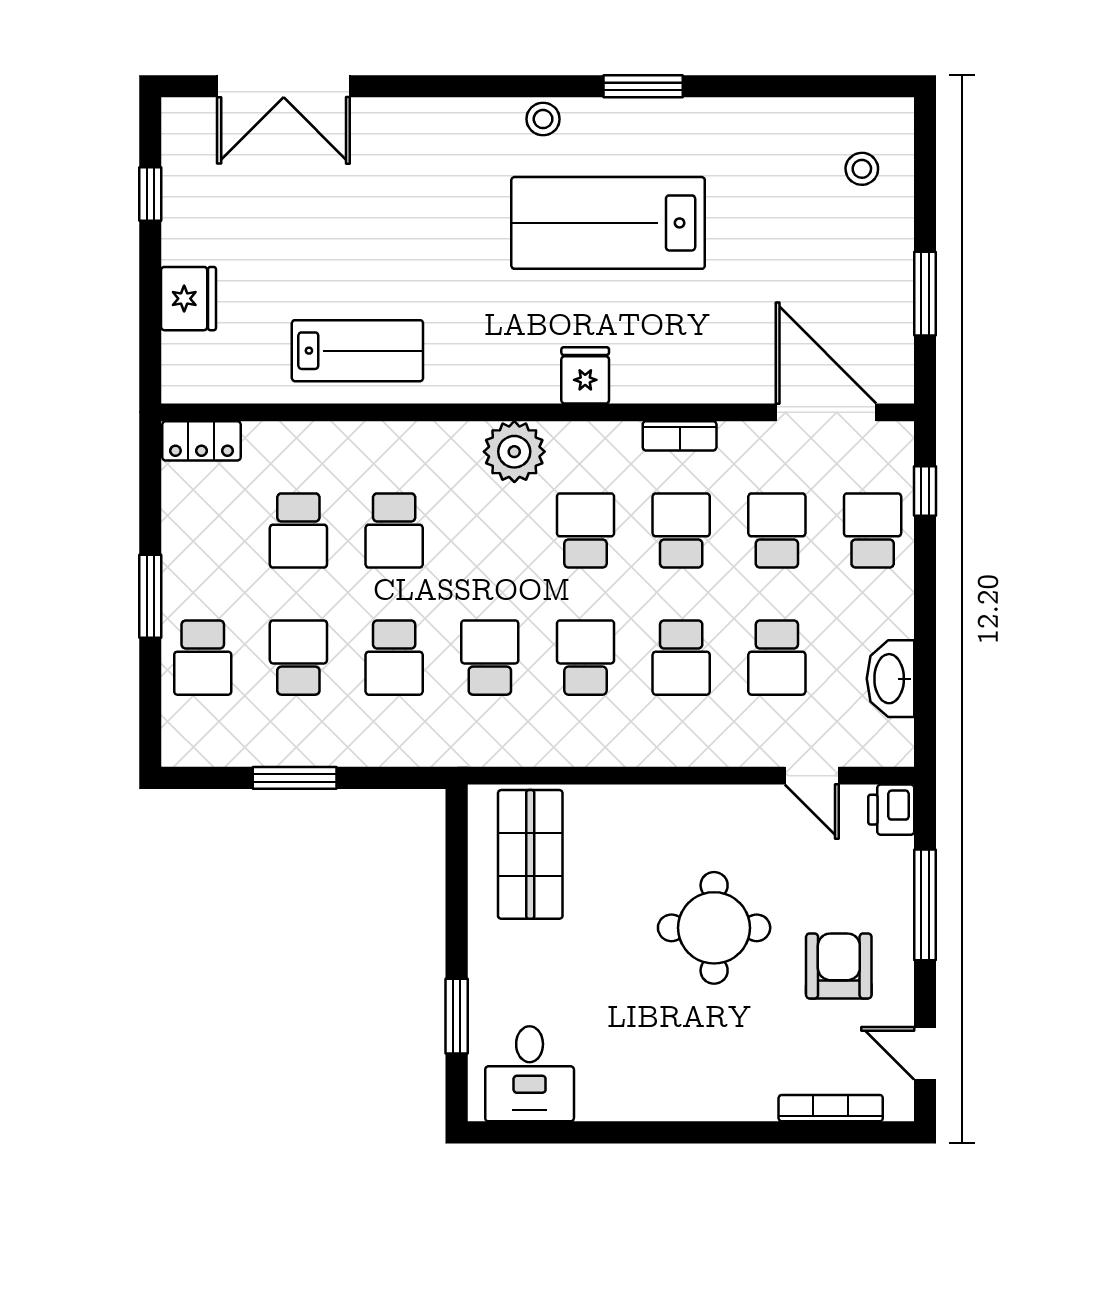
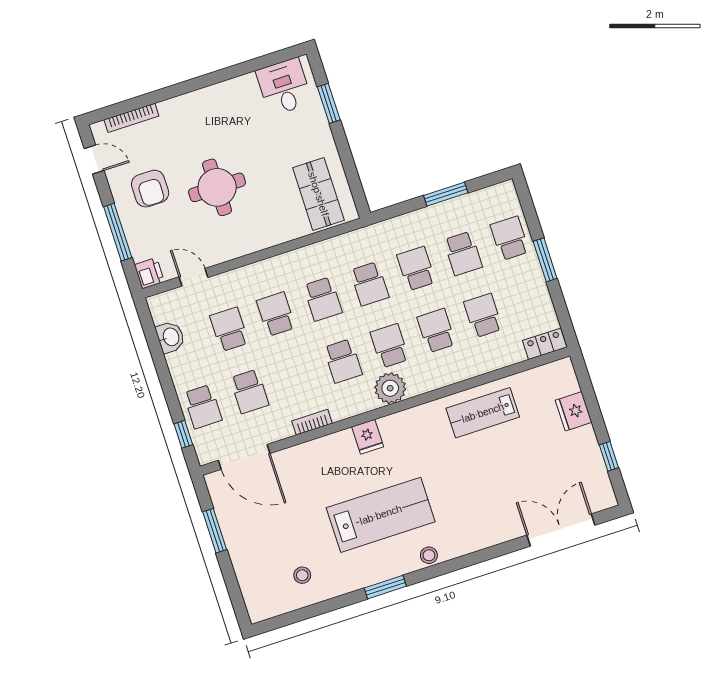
stool: (862, 169) -> (302, 575), moved
school desk: (681, 530) -> (390, 346), moved, turned 180
washbasin: (891, 679) -> (170, 337), width x0.72

